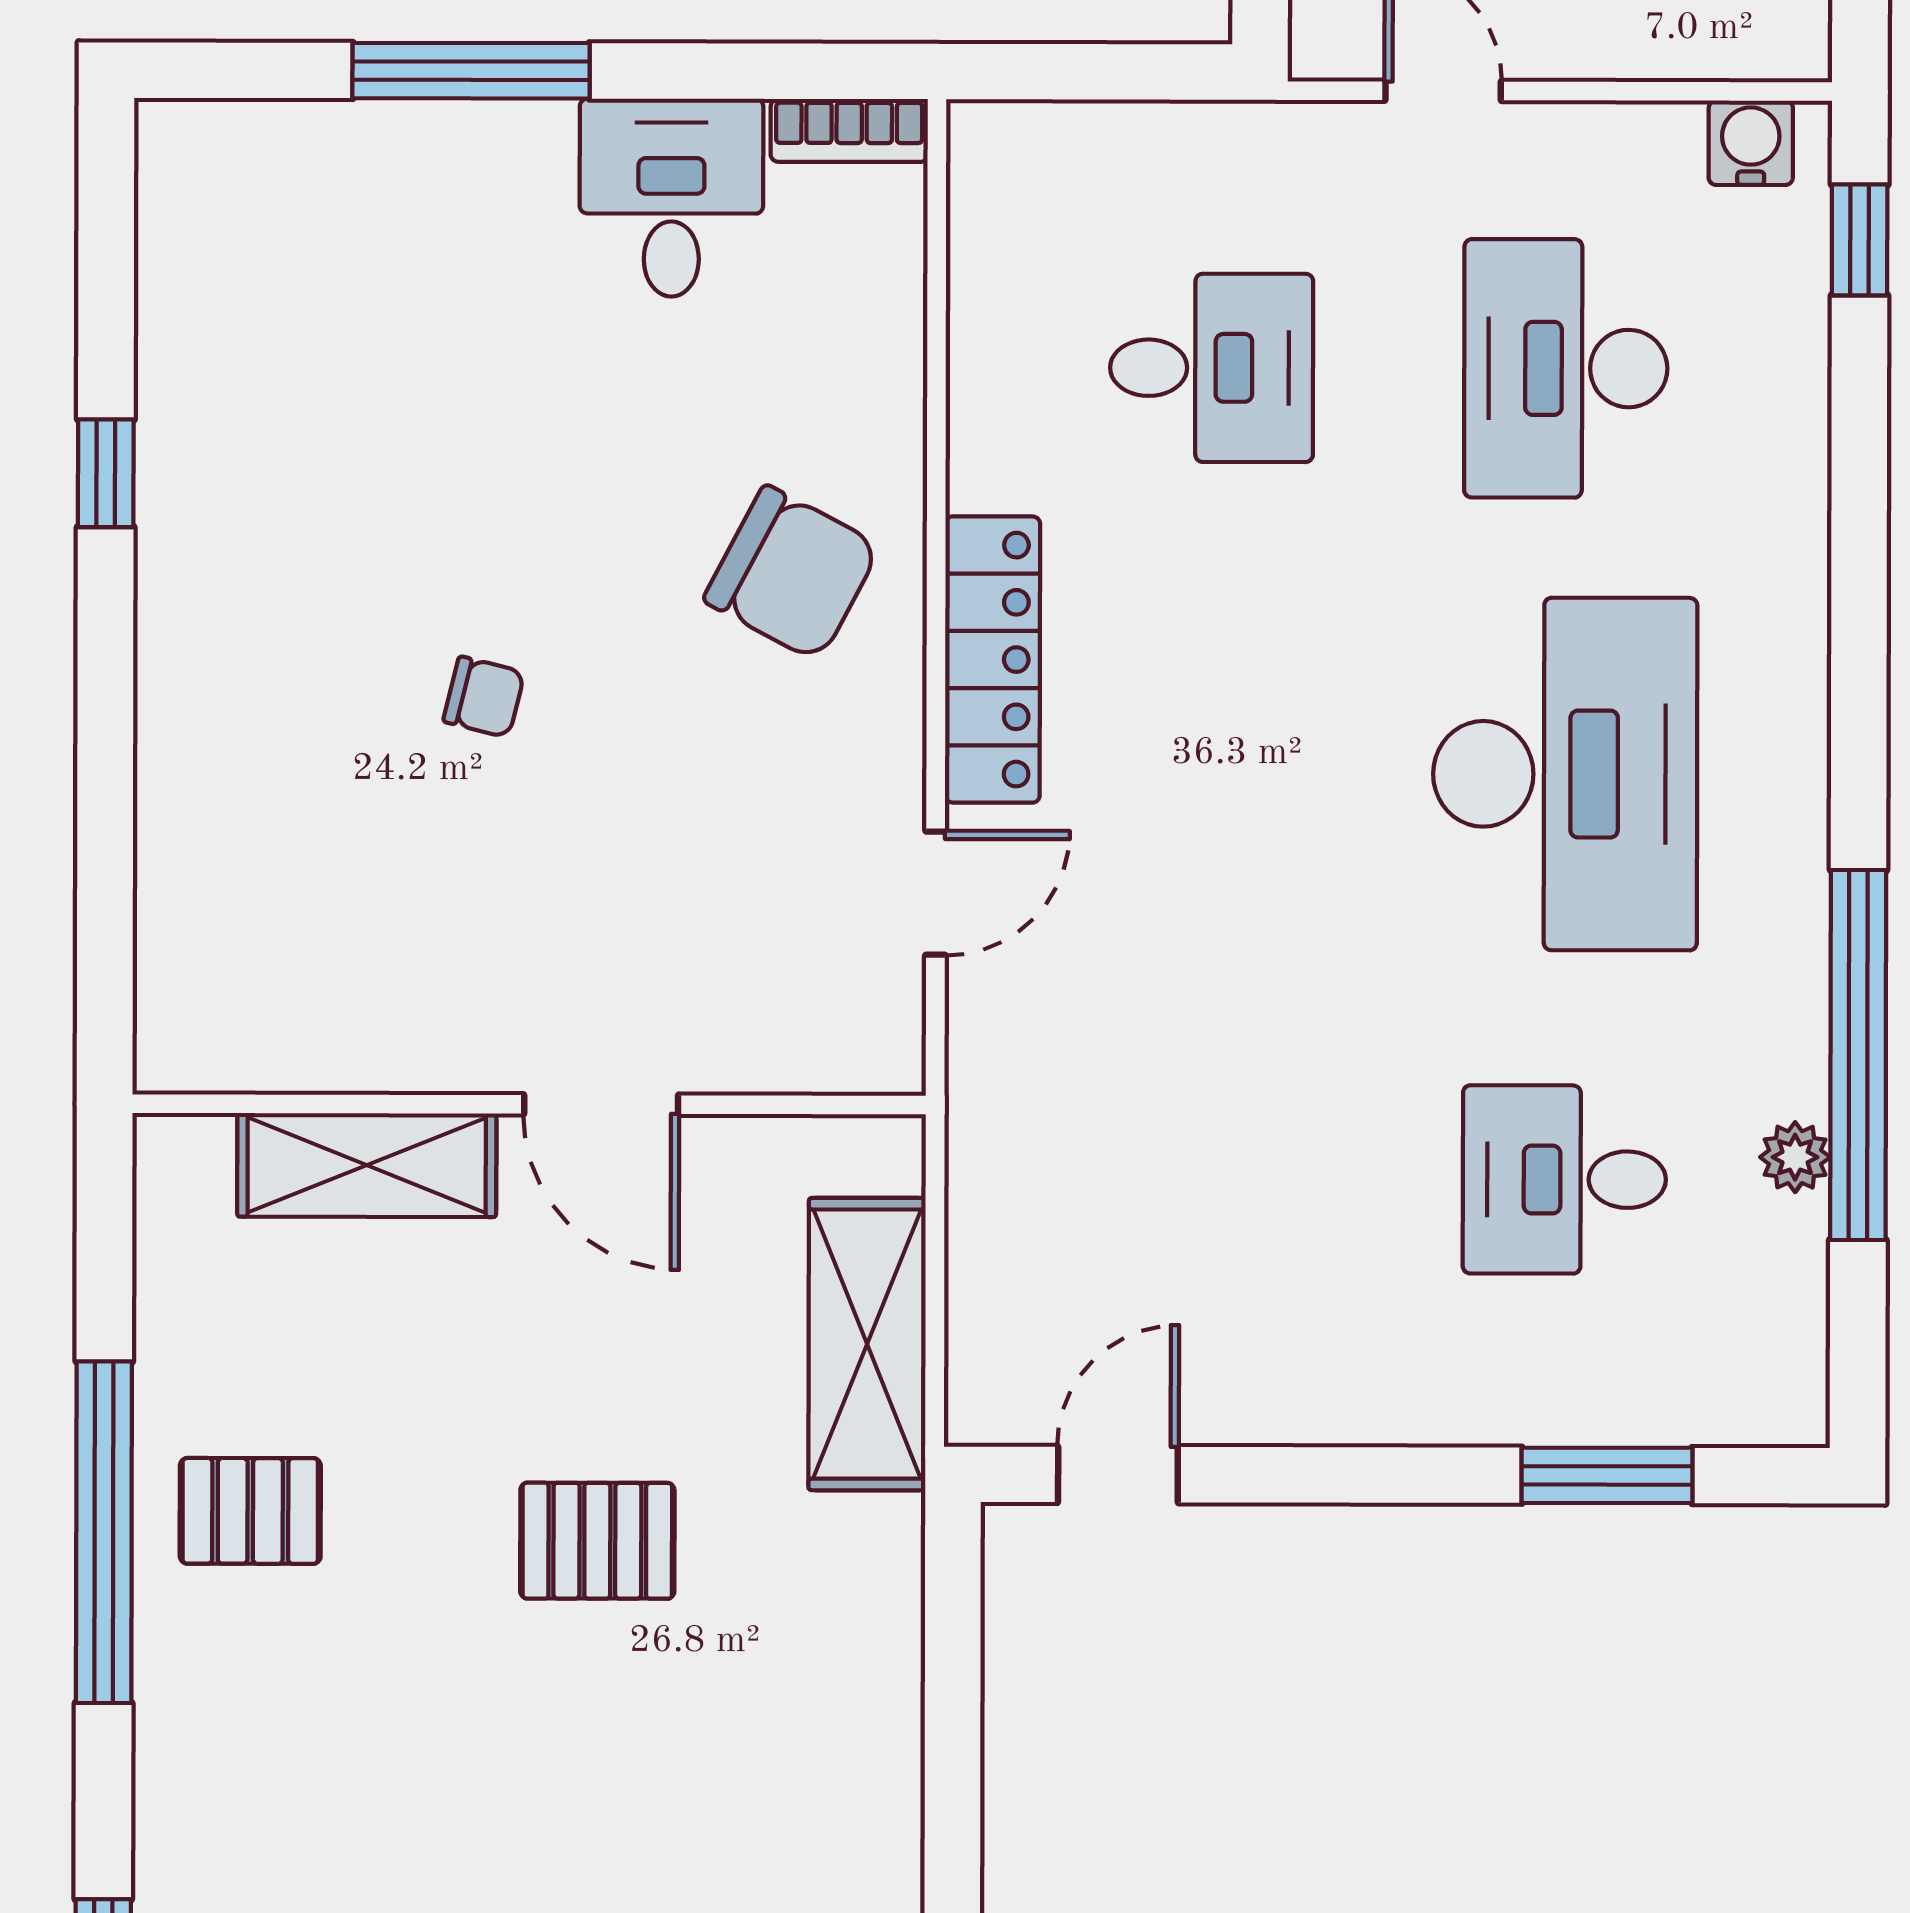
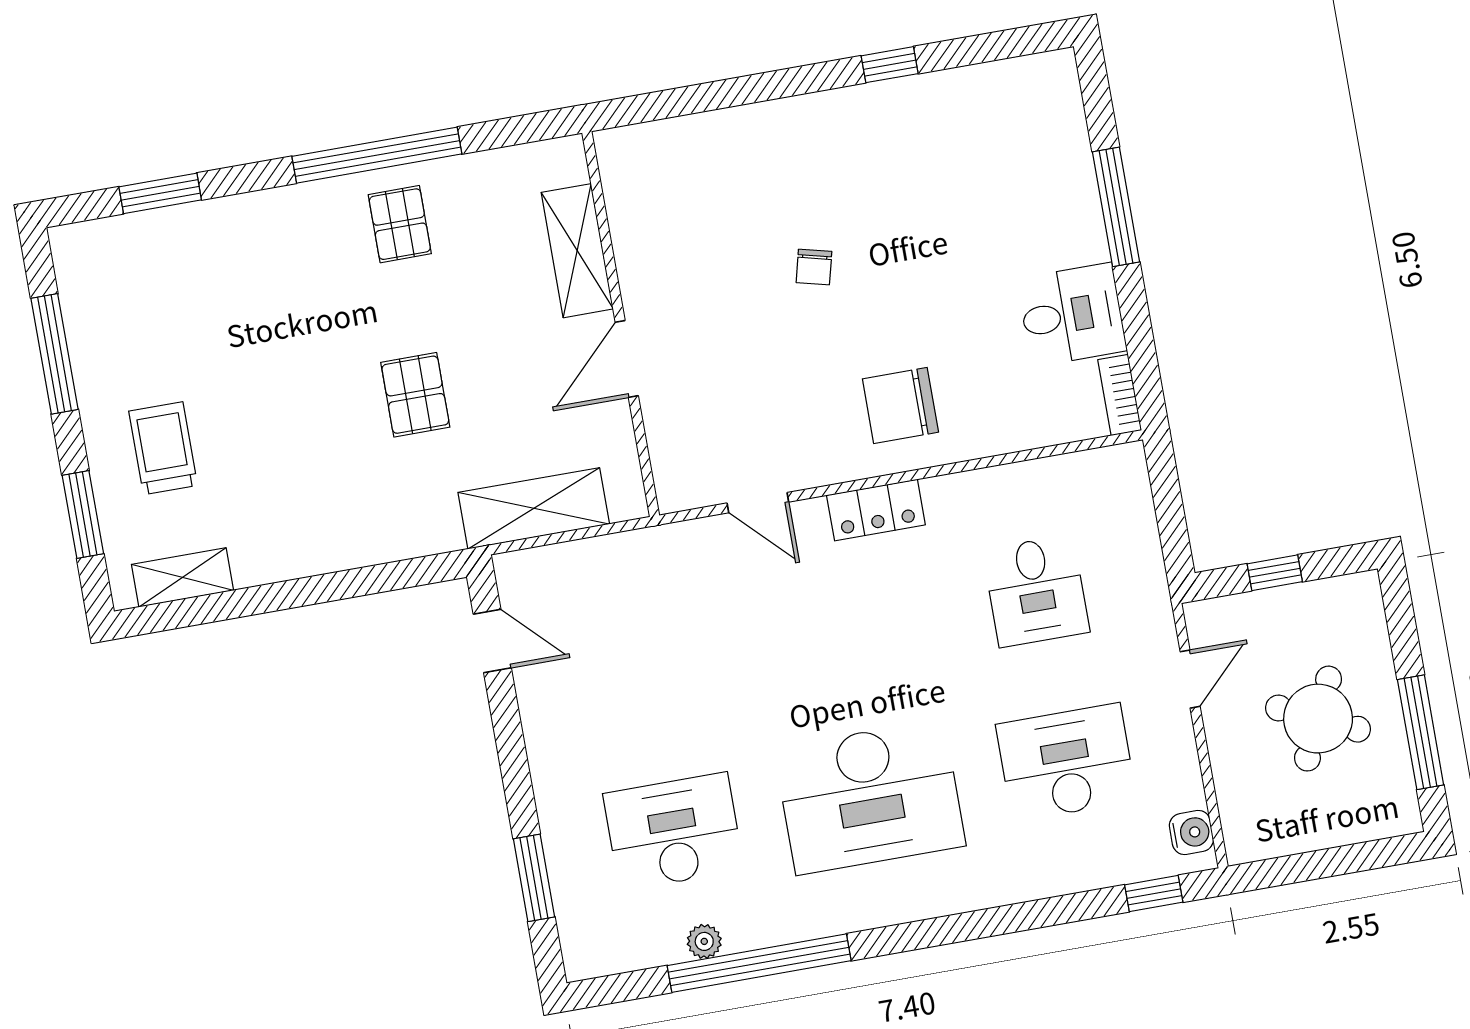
chair: (792, 573) -> (900, 405), turned 62
locker: (993, 660) -> (876, 510), width x0.66
desk: (1564, 1180) -> (674, 832), width x1.37

